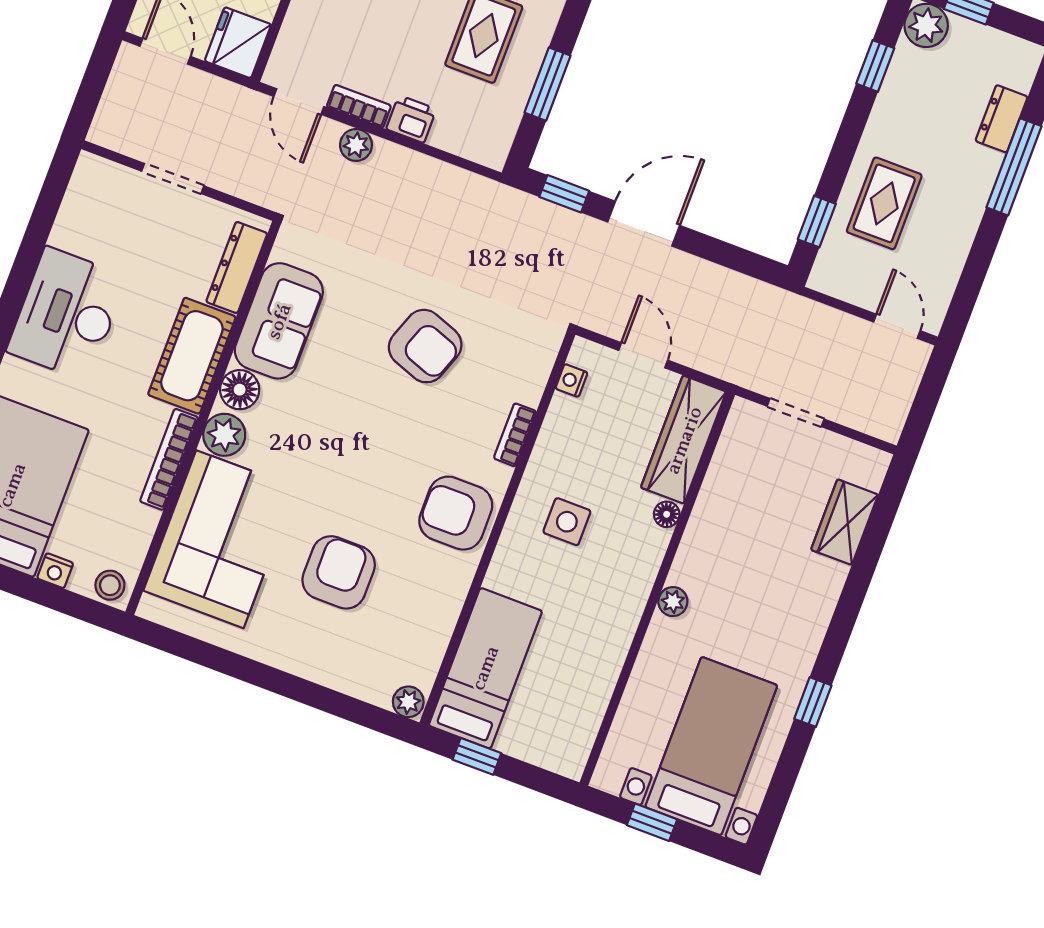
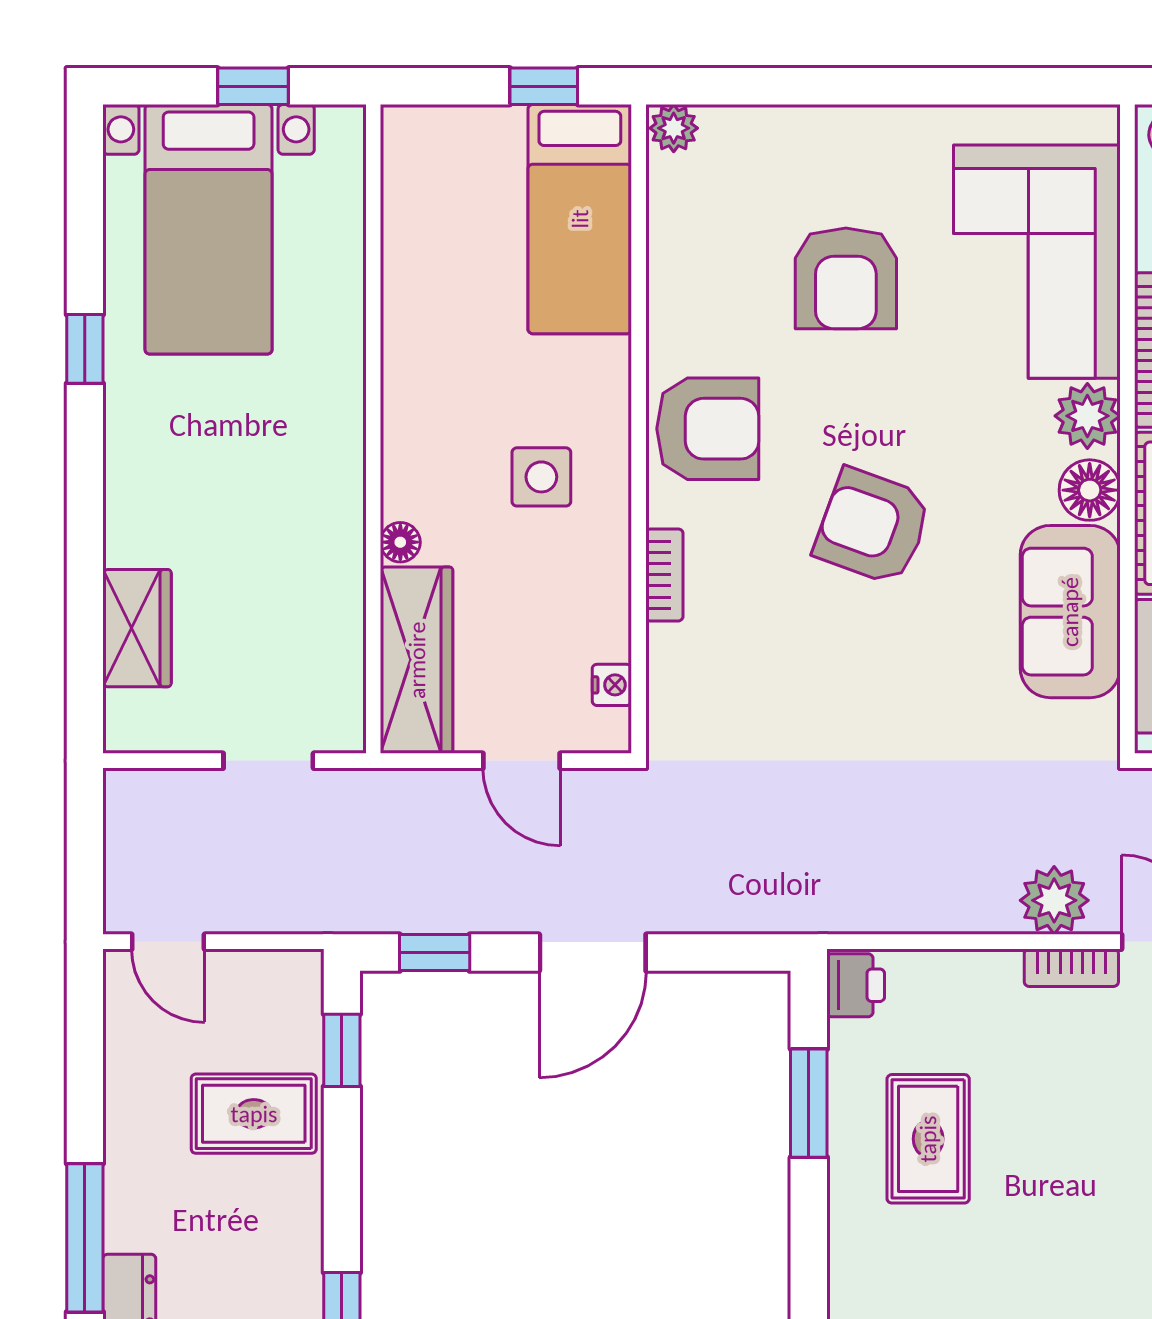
printer: (411, 119) -> (856, 985), moved, turned -90
plant: (356, 145) -> (1054, 900), width x1.38, depth x1.38
window: (564, 194) -> (435, 953), moved
rug: (884, 203) -> (254, 1114), turned 90
armchair: (425, 346) -> (873, 526), moved
plant: (673, 602) -> (343, 419), removed

